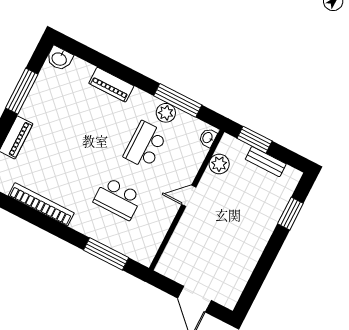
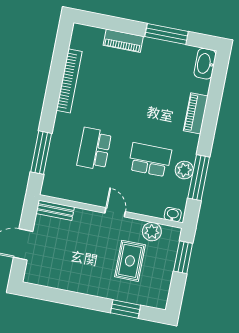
washbasin: (59, 59) -> (205, 64), width x1.38
bench: (266, 162) -> (55, 210), moved, turned 90
rug: (243, 195) -> (130, 261), added

